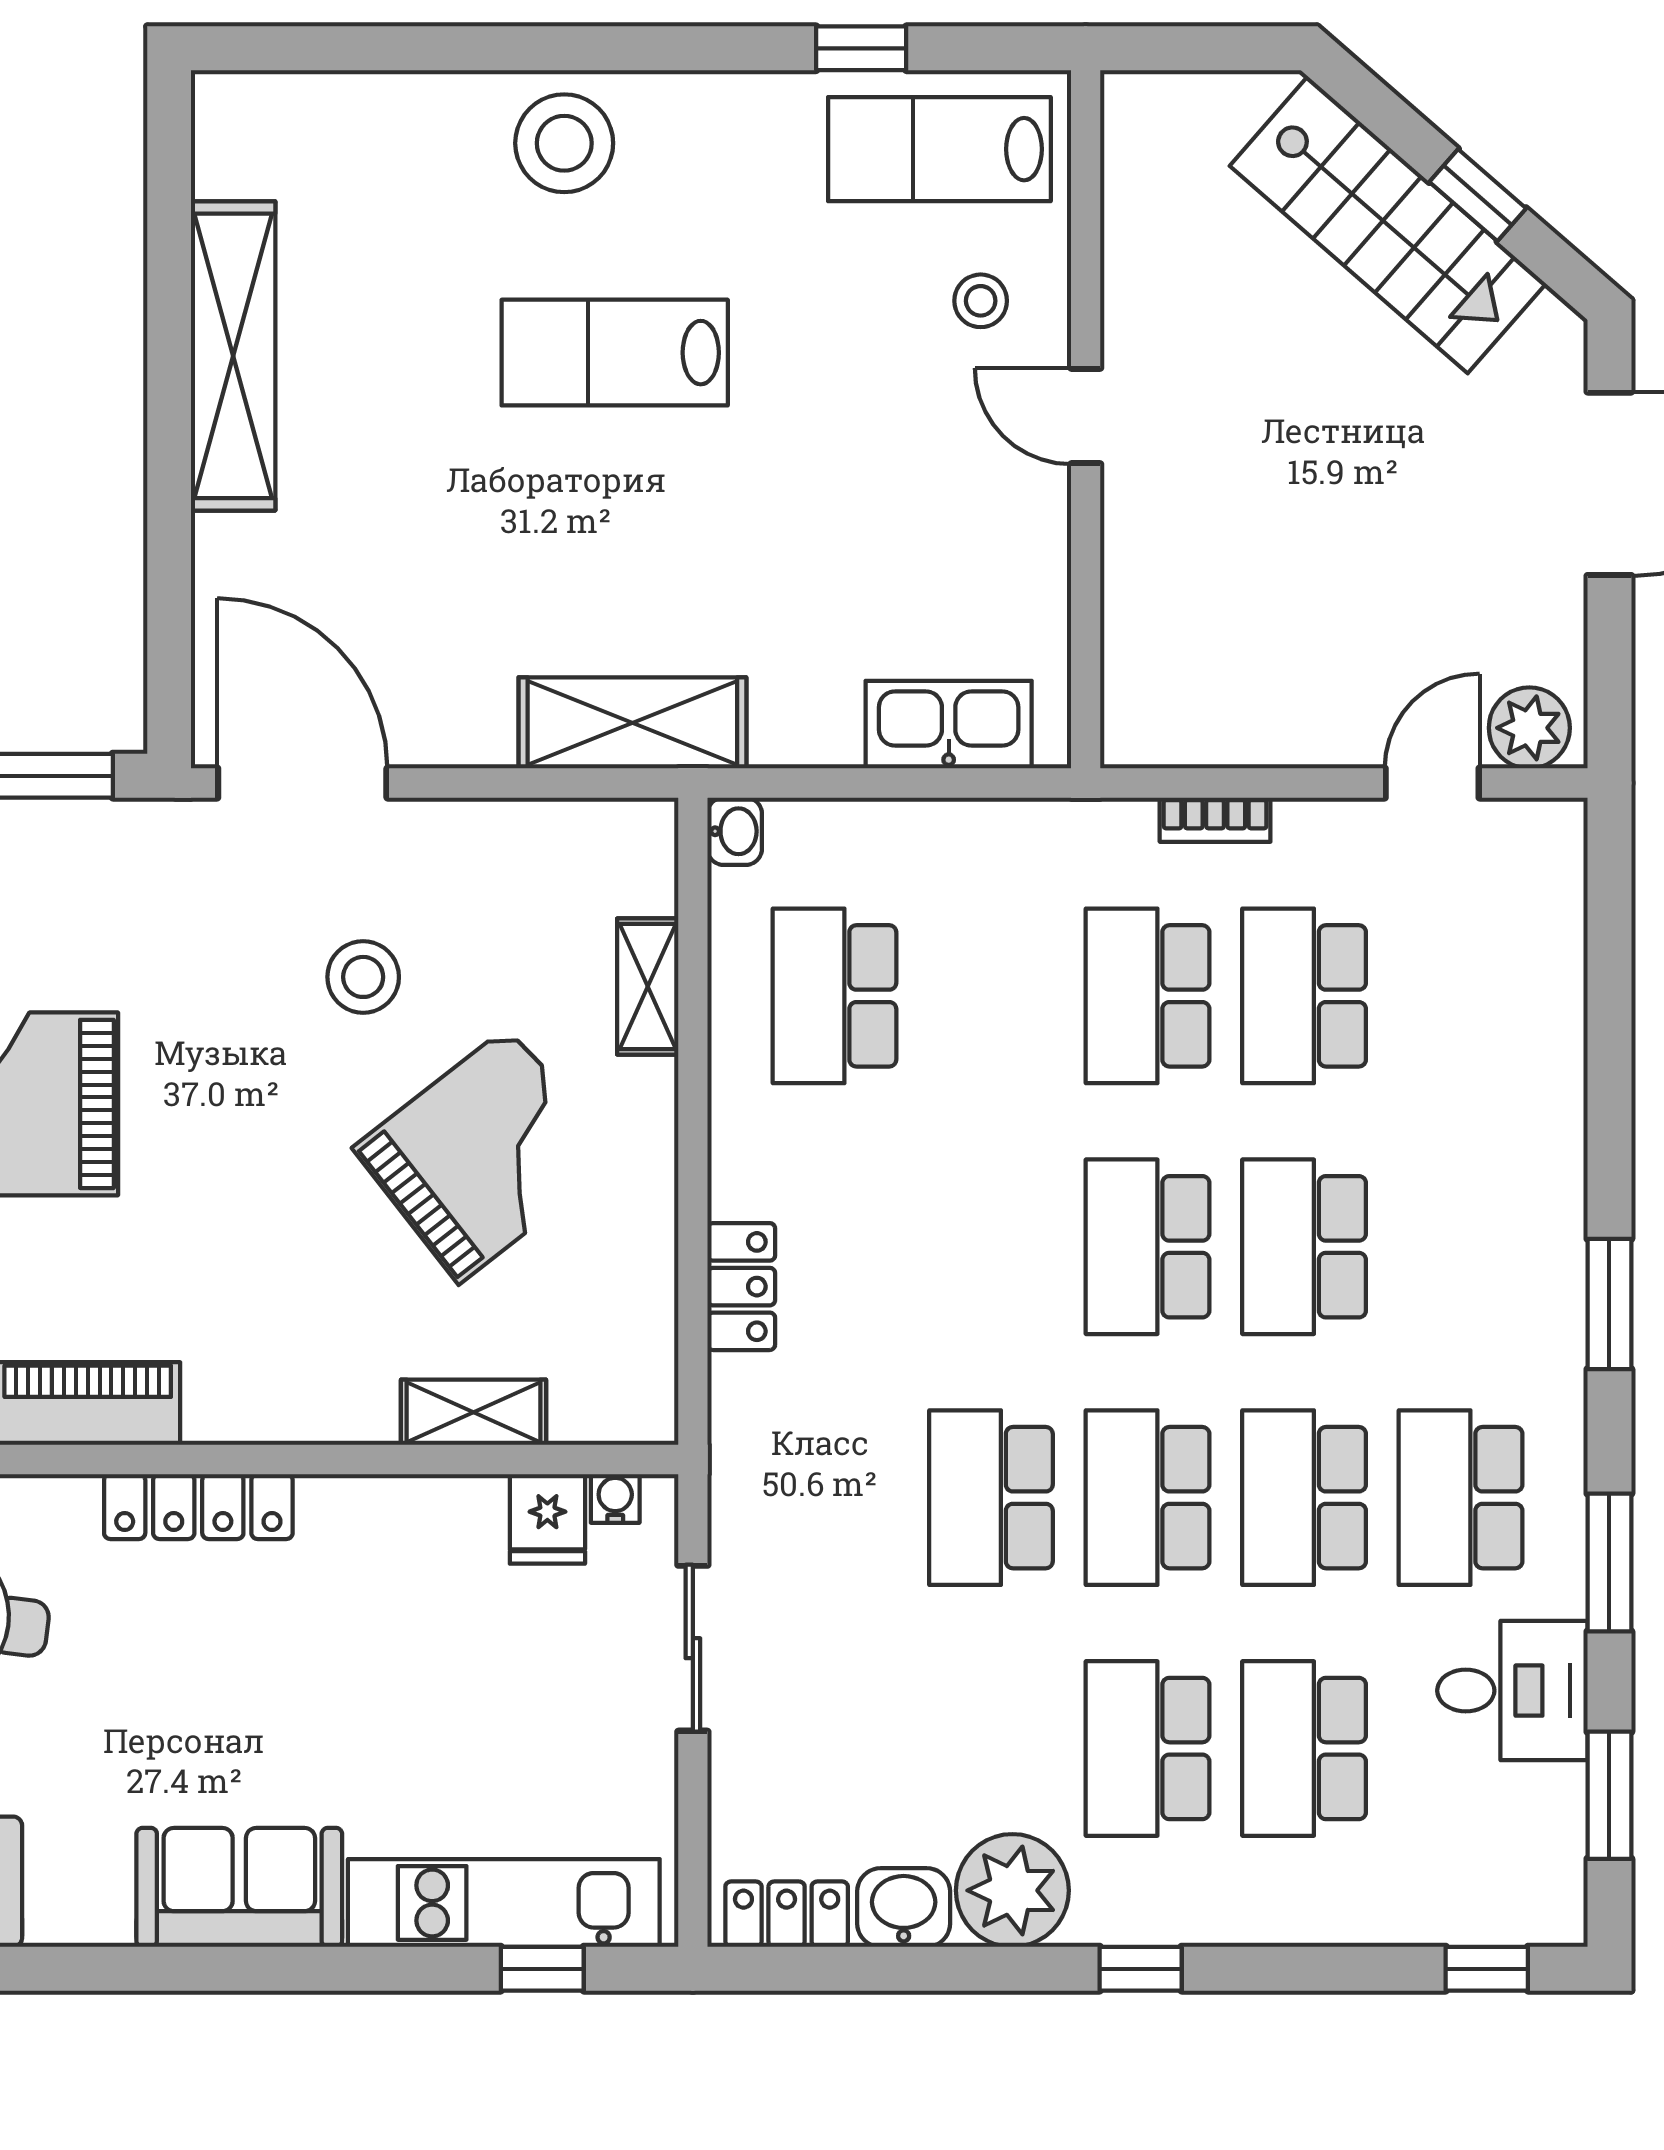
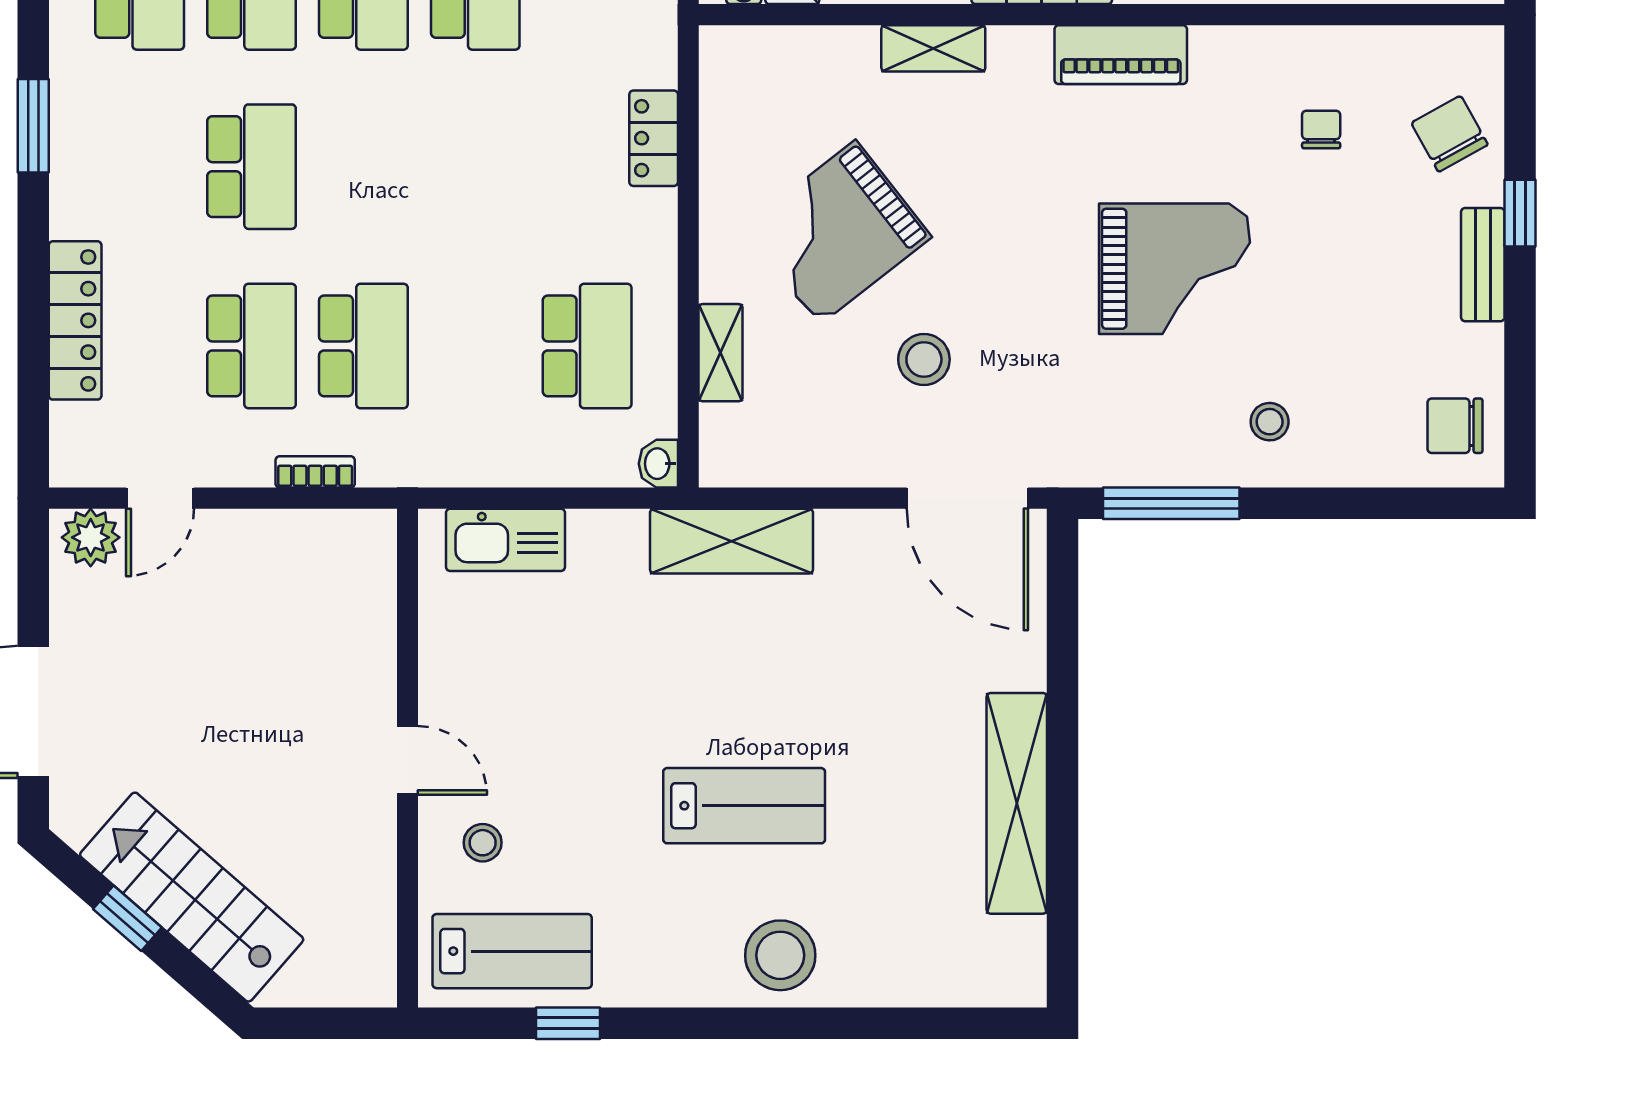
locker: (1551, 1032) -> (75, 320), added
school desk: (1148, 1247) -> (363, 167), removed
shelving: (474, 1412) -> (933, 48), moved

